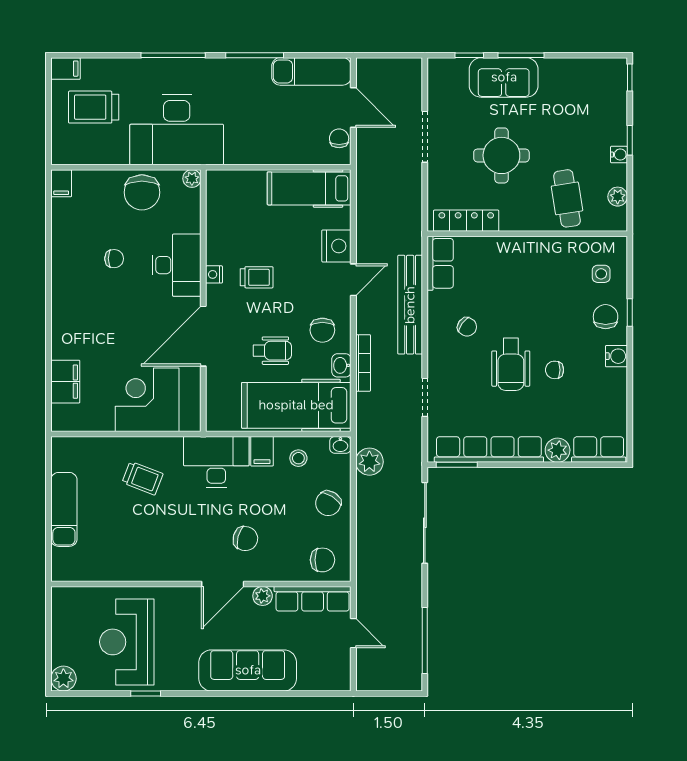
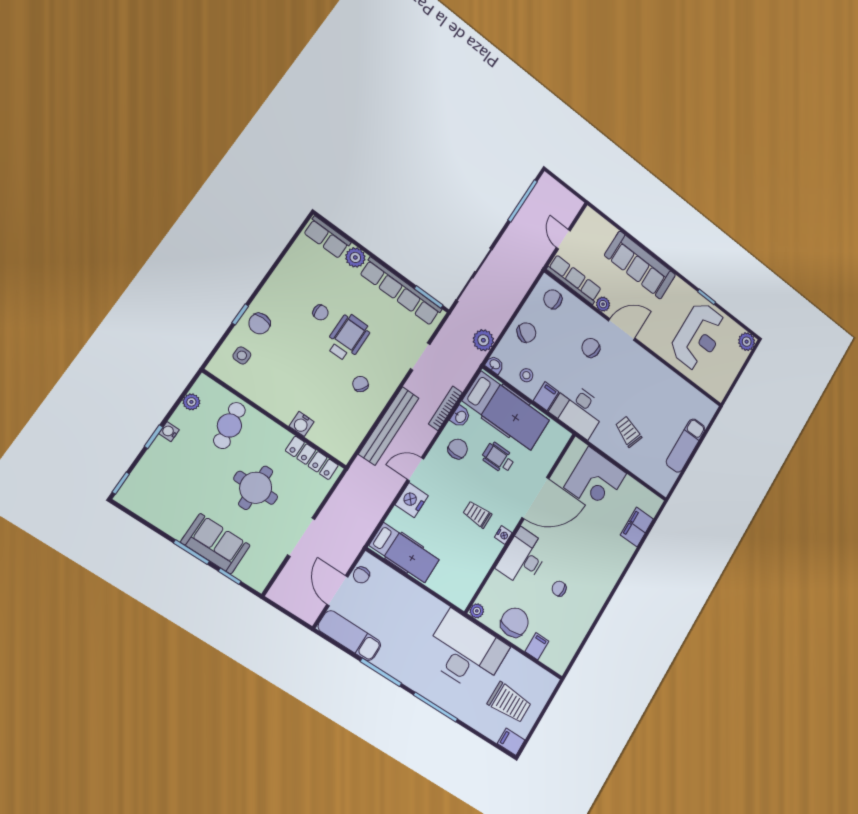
filing cabinet: (61, 183) -> (537, 646), moved
row of seats: (440, 263) -> (350, 440), removed
water cooler: (616, 356) -> (302, 424), moved, turned -90

